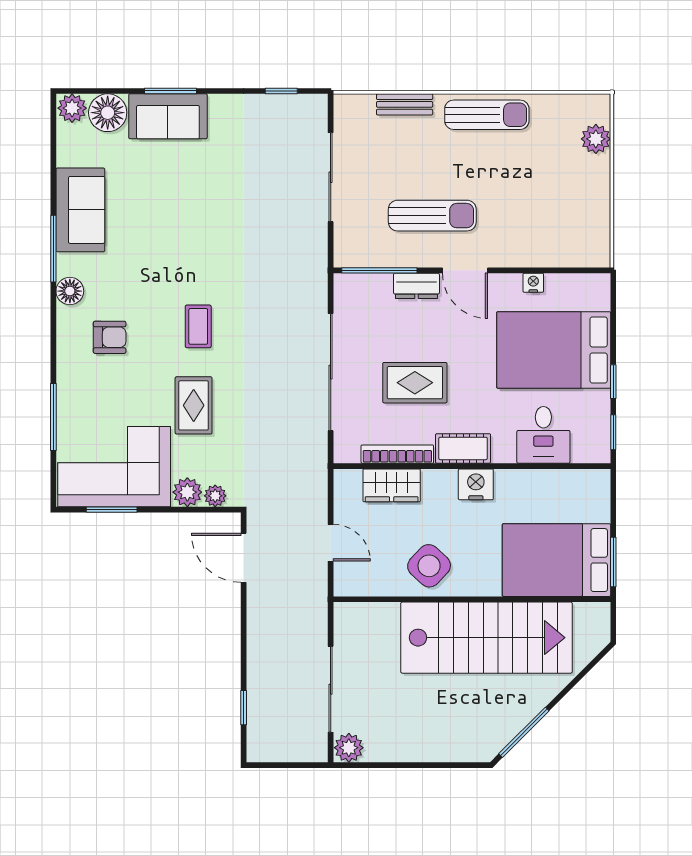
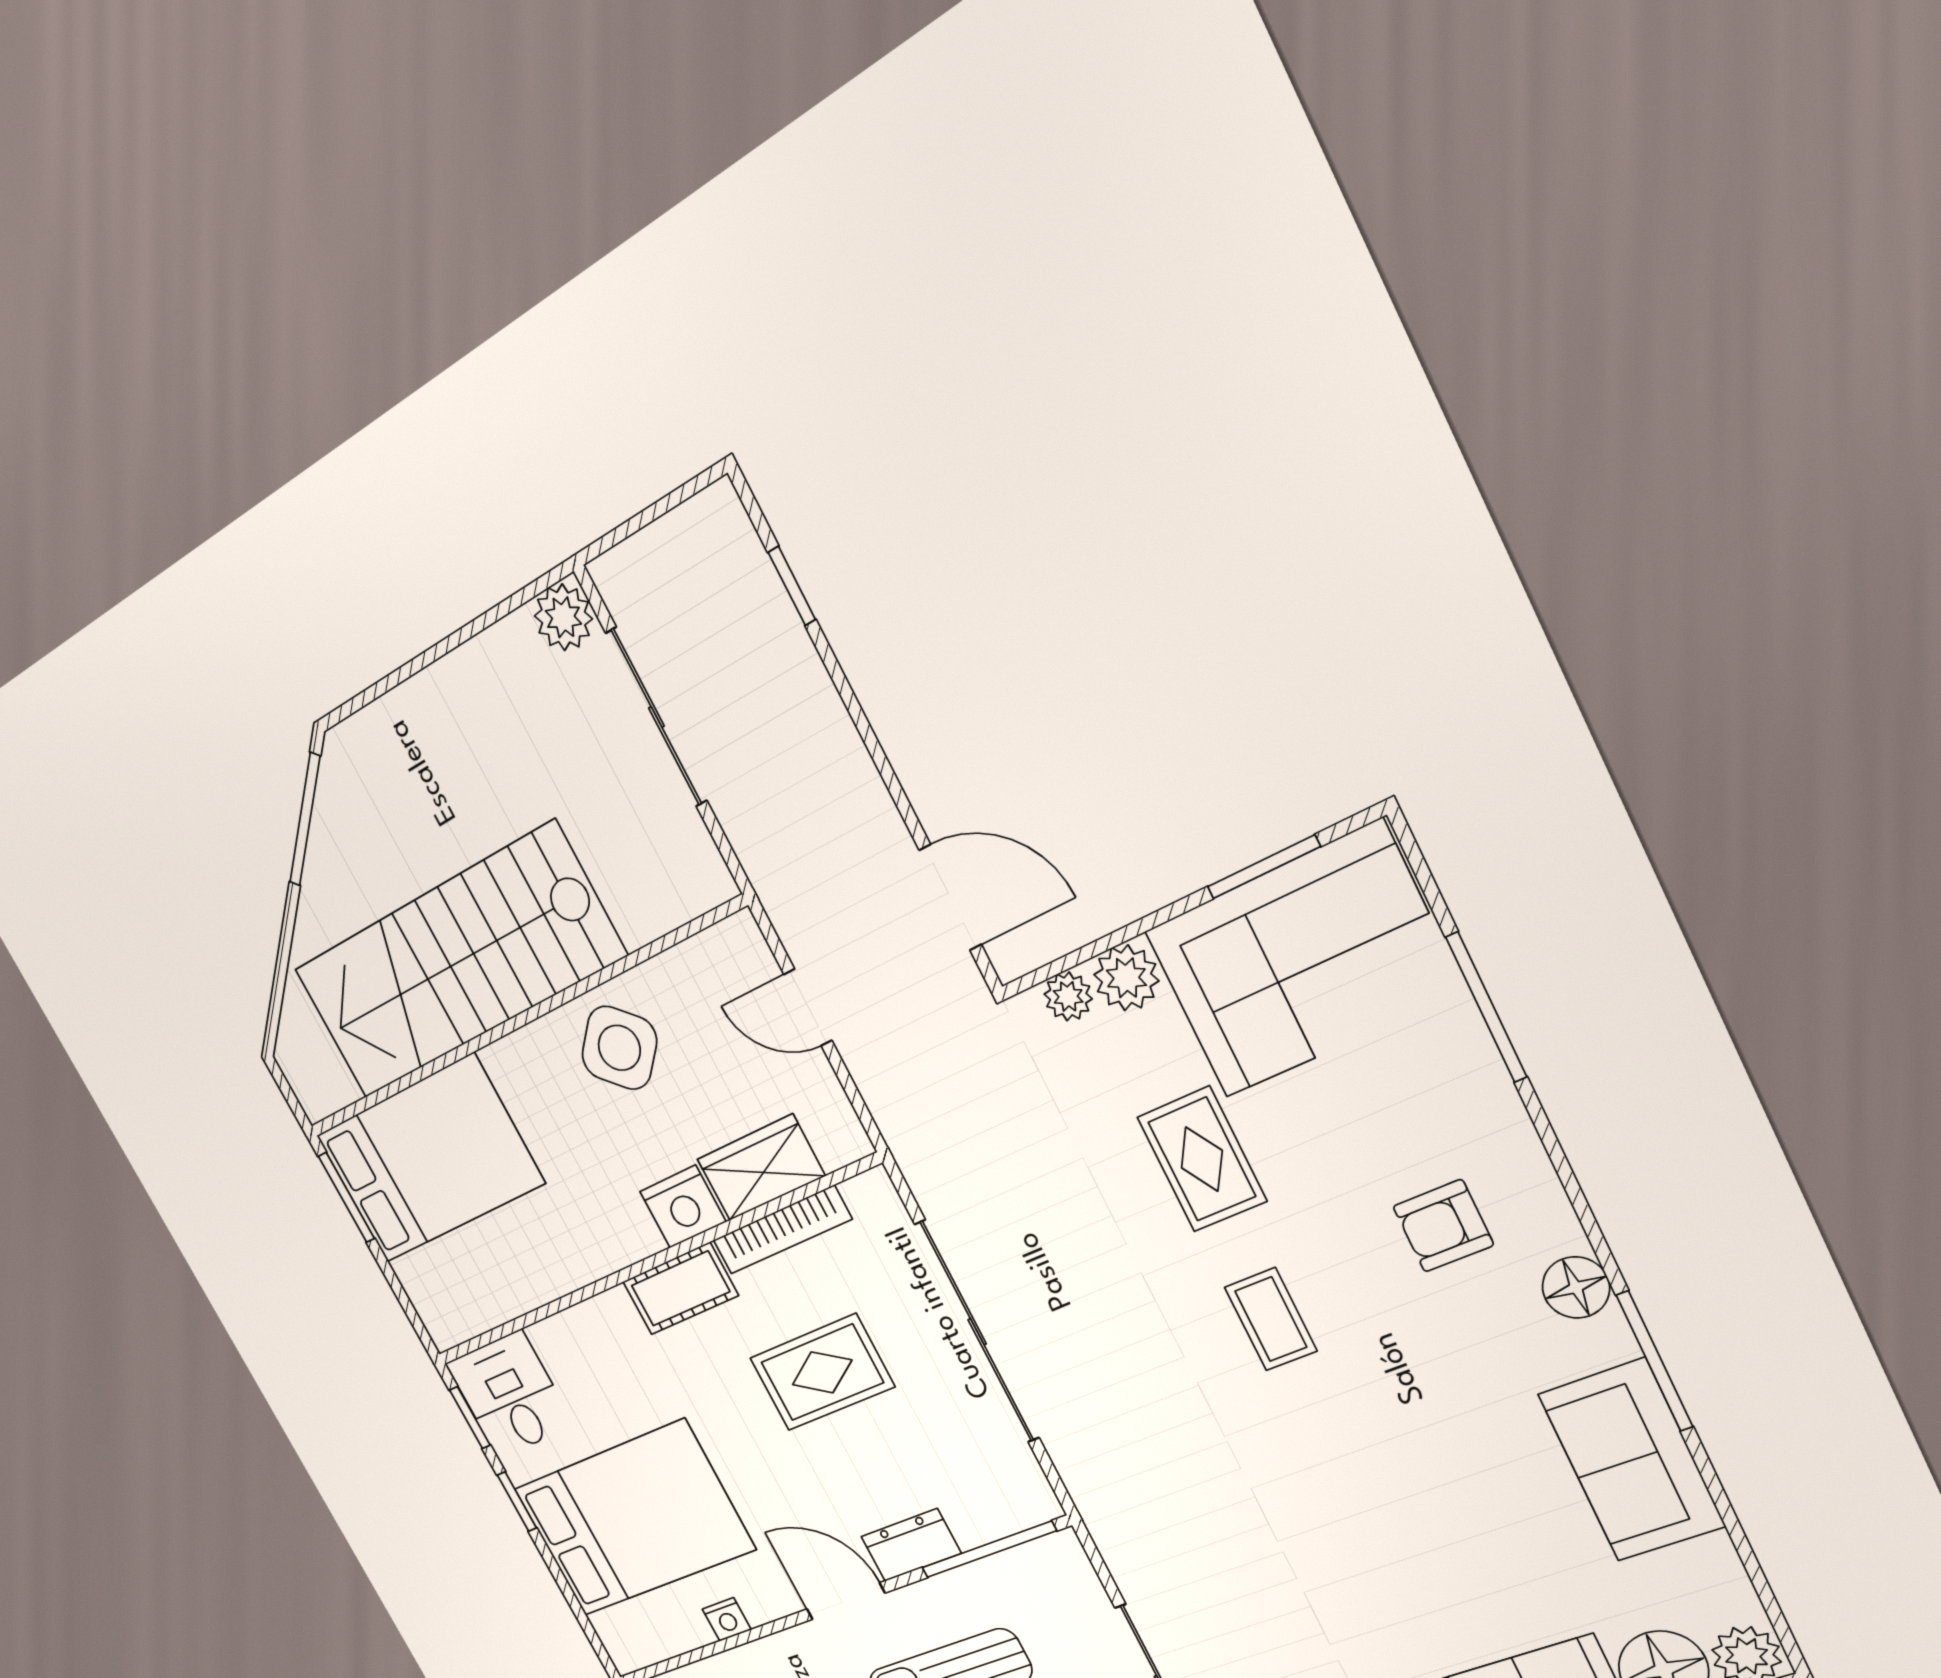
desk: (543, 435) -> (510, 1394), moved
nightstand: (476, 484) -> (683, 1207), moved

